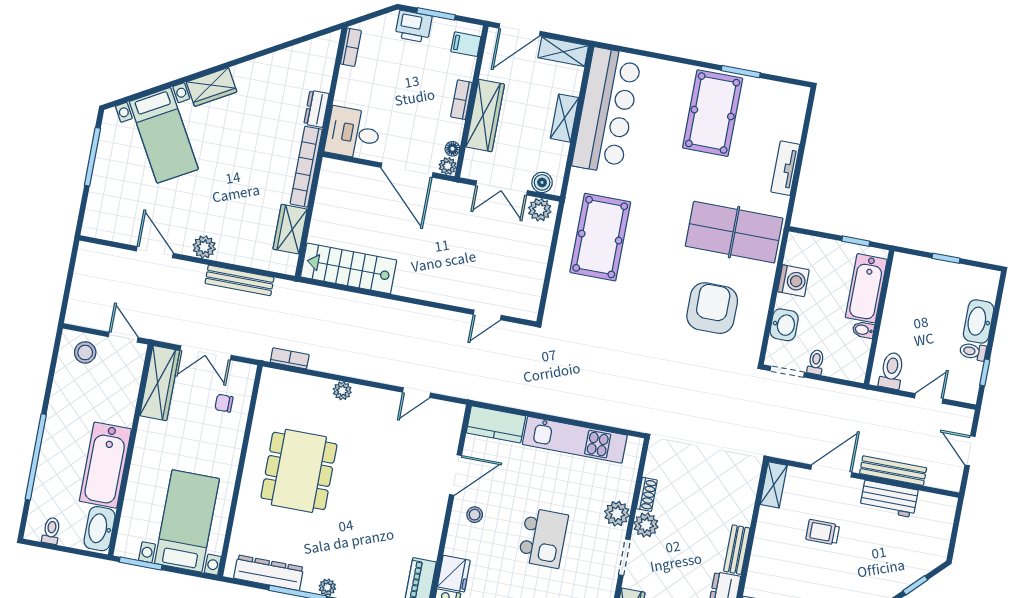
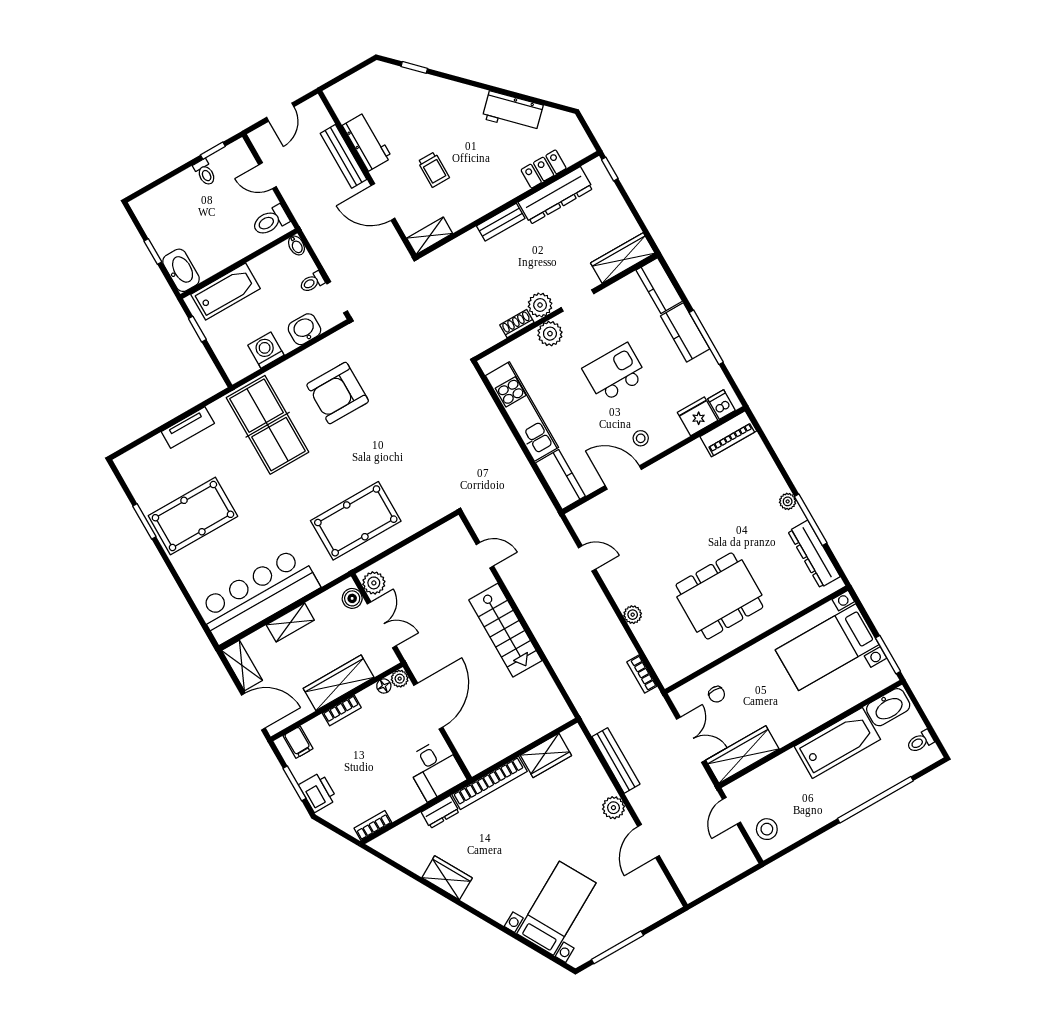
wardrobe: (212, 87) -> (447, 878), moved
stairs: (349, 268) -> (505, 630), moved
washbasin: (979, 321) -> (181, 270), moved, turned -90
bidet: (863, 330) -> (296, 245), moved

